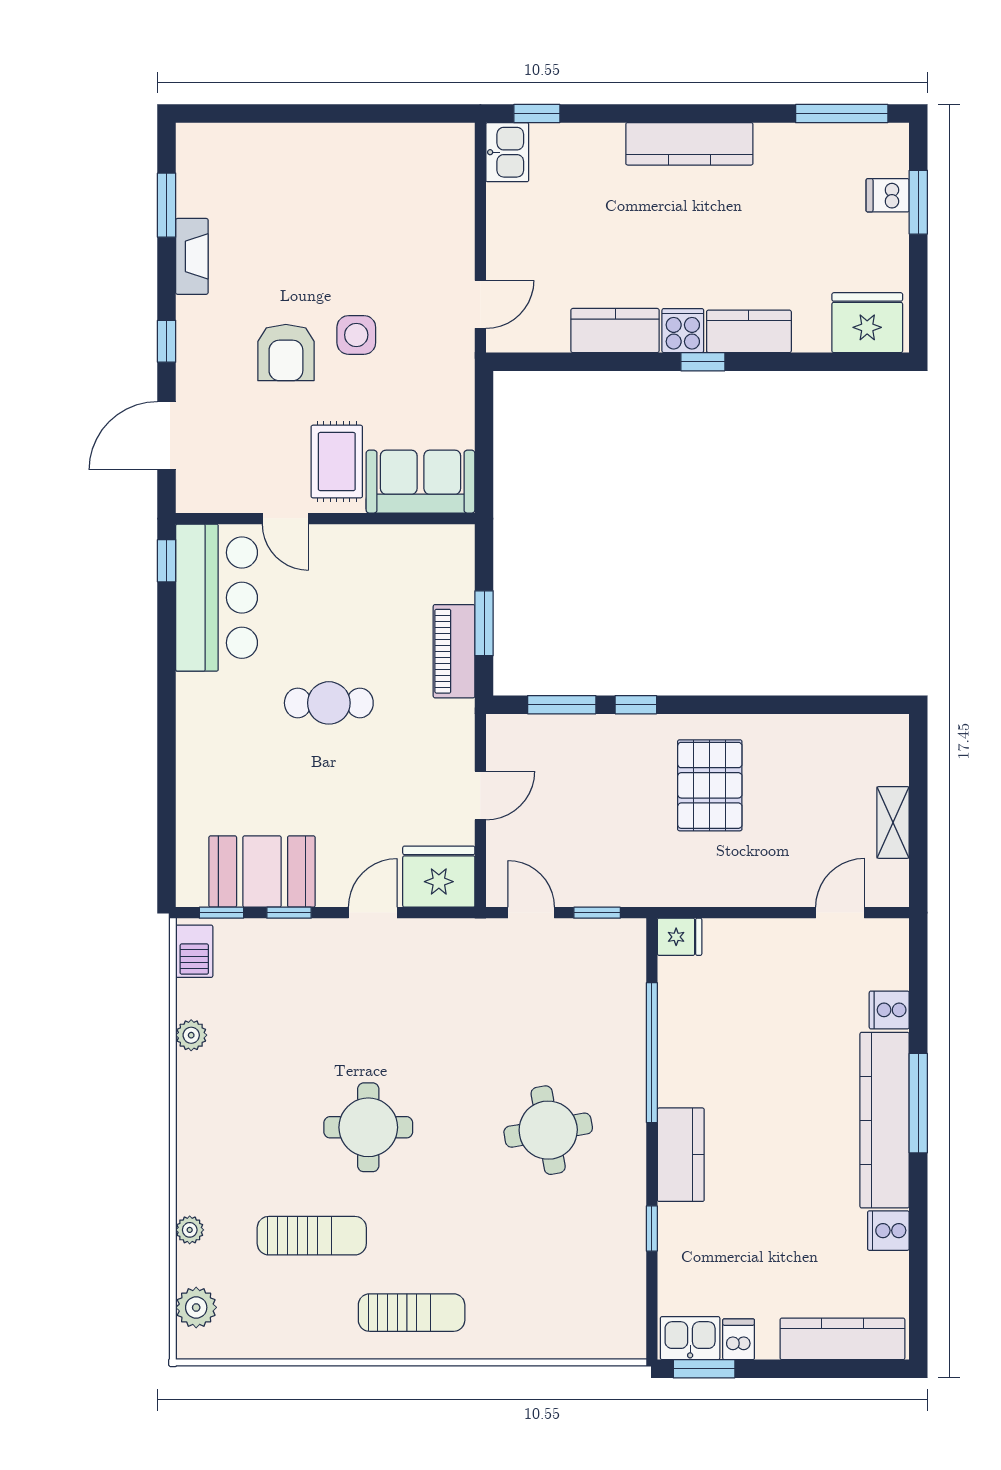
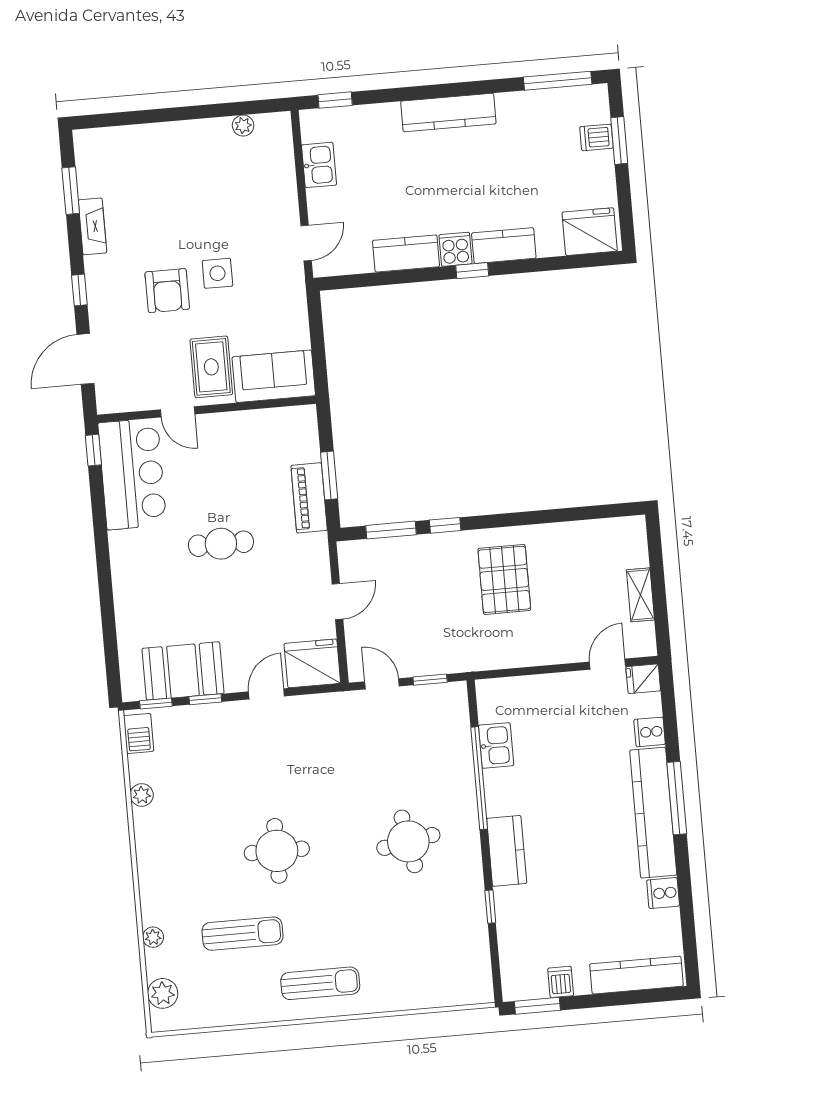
plant: (409, 137) -> (243, 126), added
kitchen sink: (507, 152) -> (319, 165), moved
fridge: (680, 937) -> (643, 679), moved, turned 180
kitchen sink: (690, 1338) -> (496, 745), moved, turned 90

